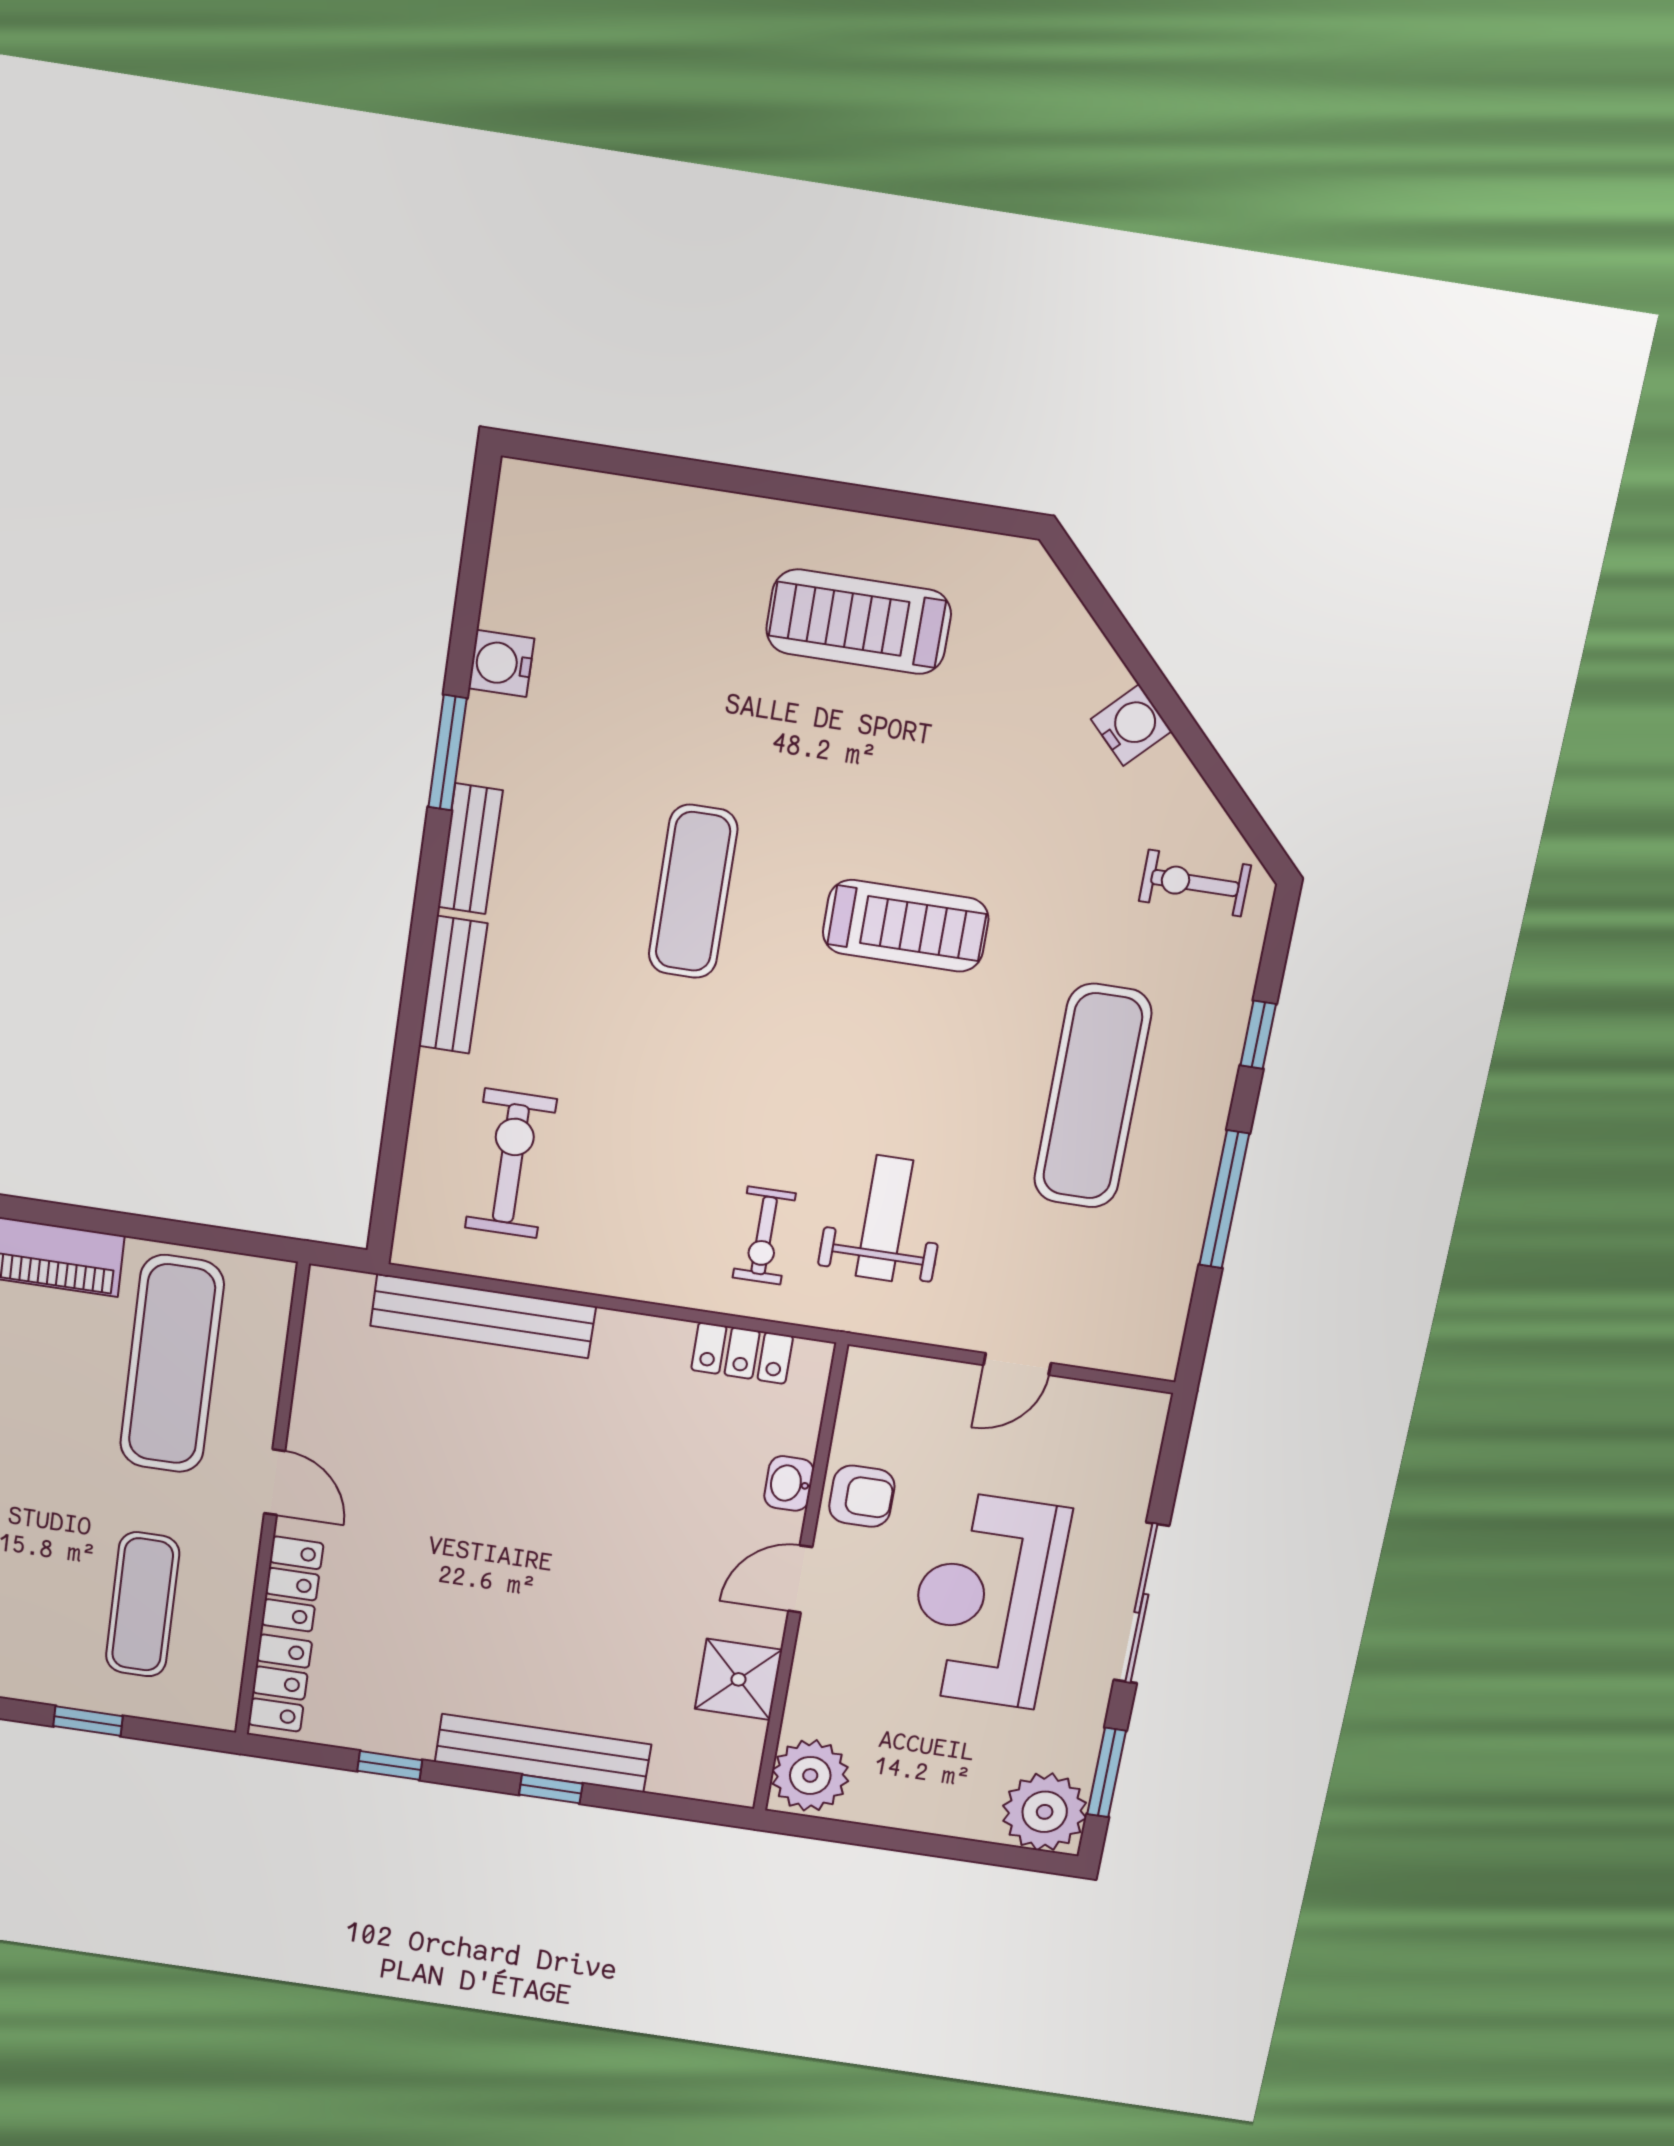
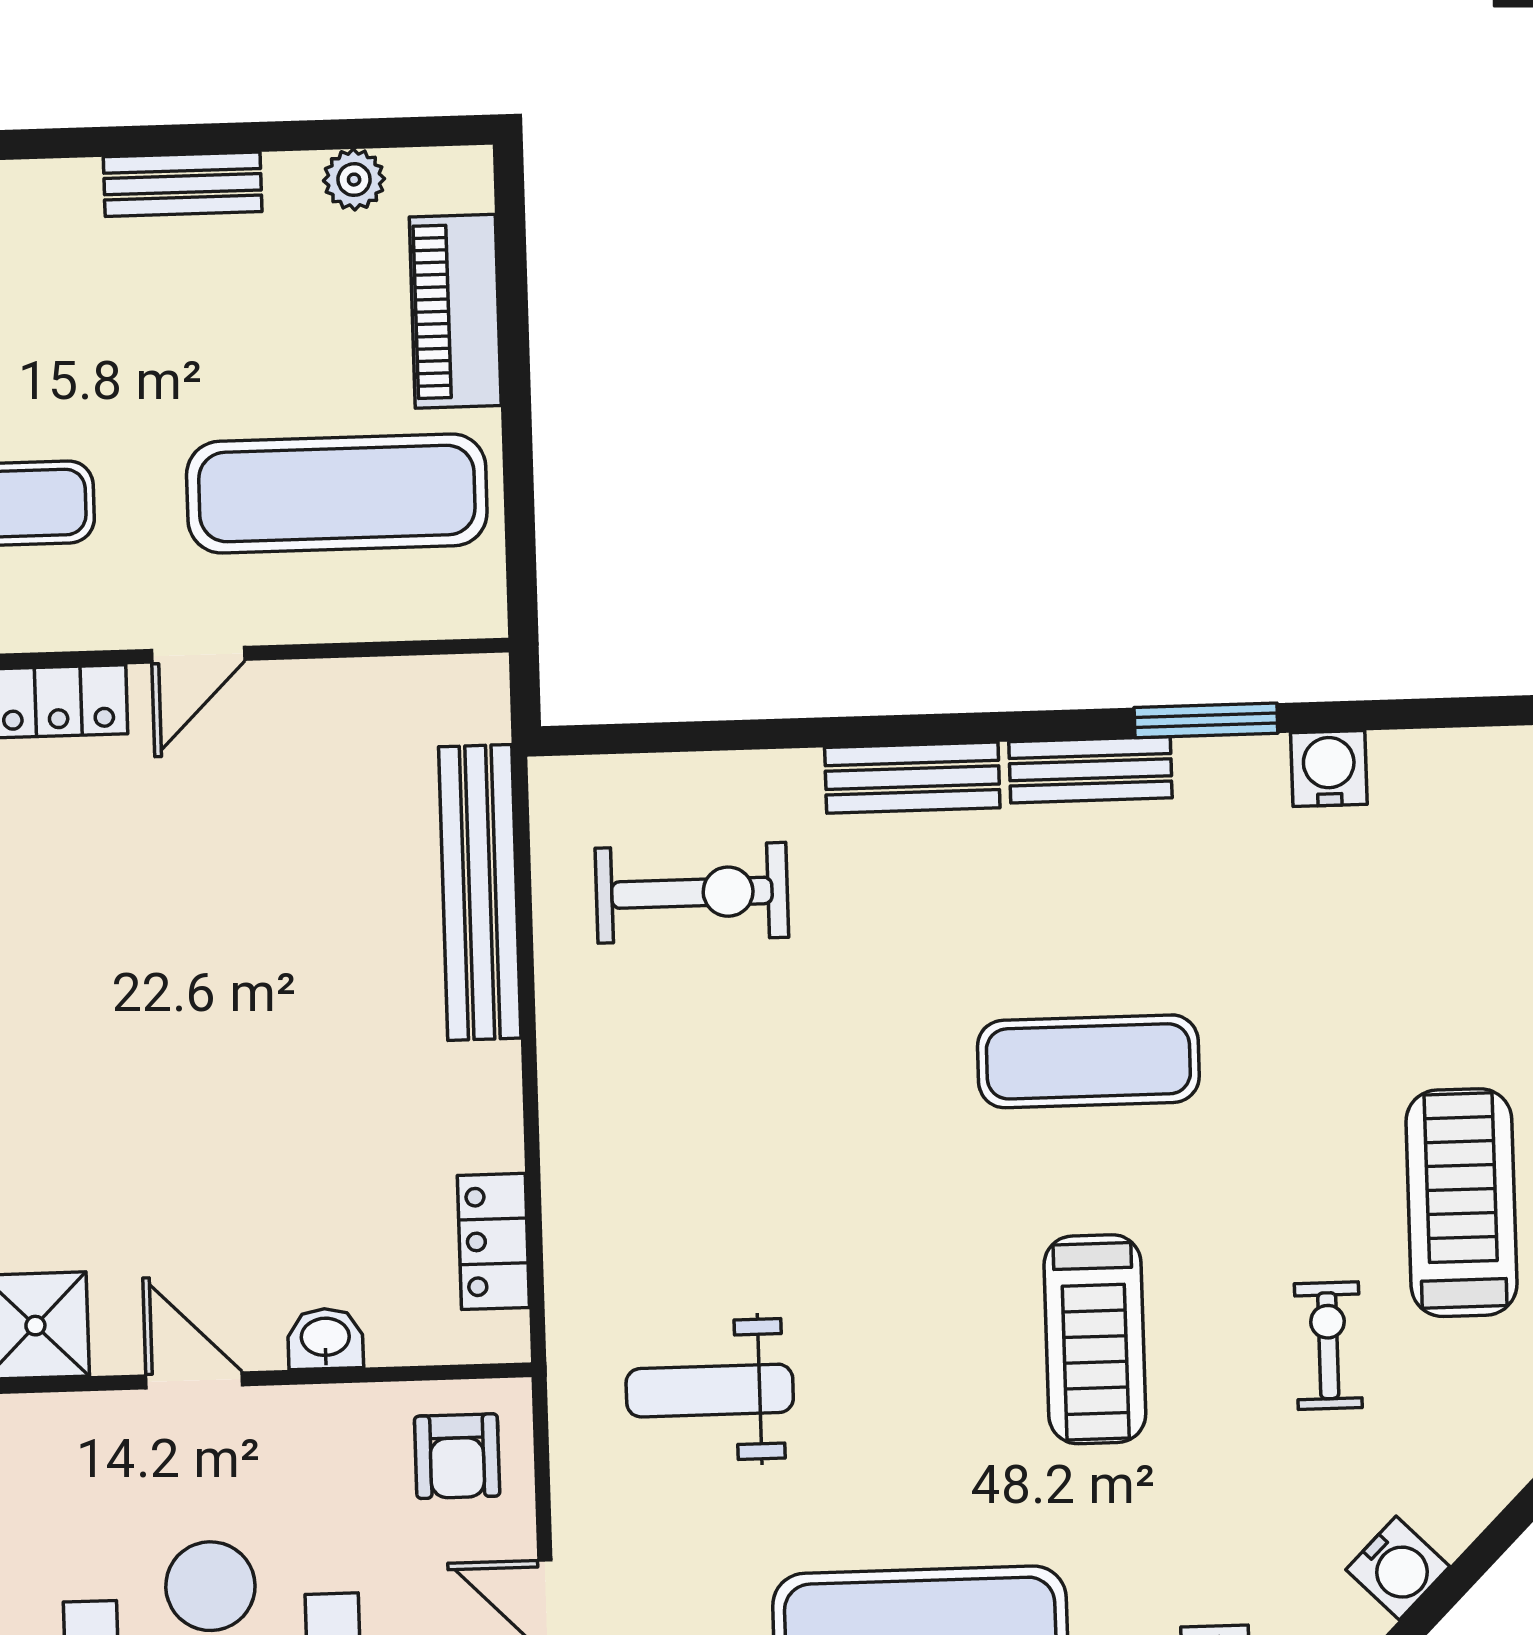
weight bench: (884, 1218) -> (710, 1391), turned 180
exercise bike: (764, 1236) -> (1328, 1346), moved, turned 90
armchair: (862, 1496) -> (457, 1456), moved

